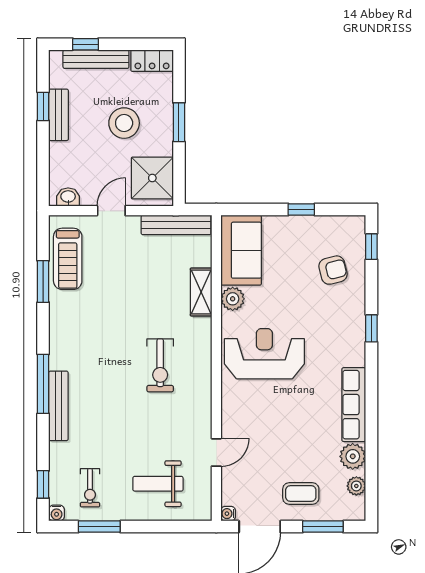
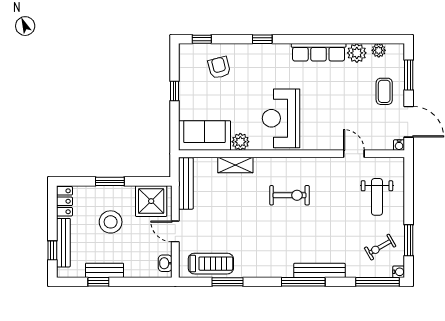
window: (43, 484) -> (377, 282), width x2.17
exercise bike: (90, 488) -> (380, 247), turned 150

